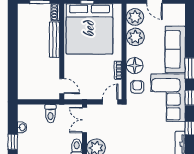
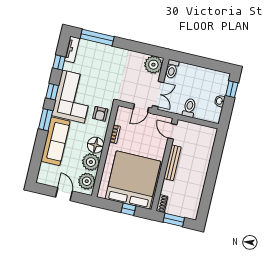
bench: (54, 40) -> (172, 163), moved
floor lamp: (135, 66) -> (96, 145), moved
door: (110, 102) -> (141, 108), moved

